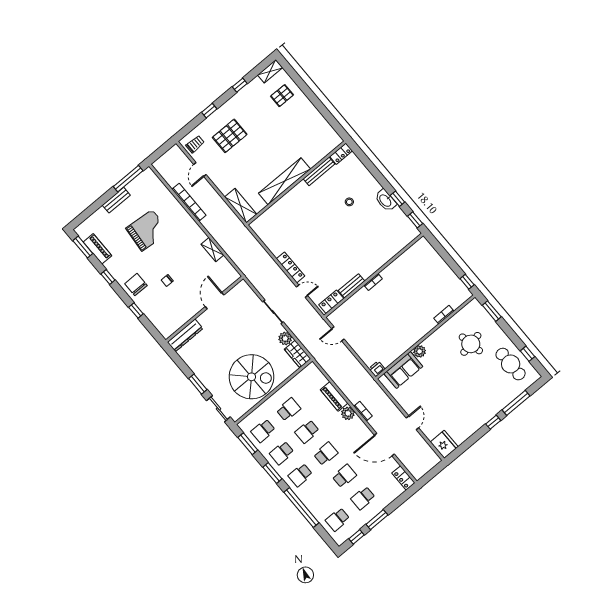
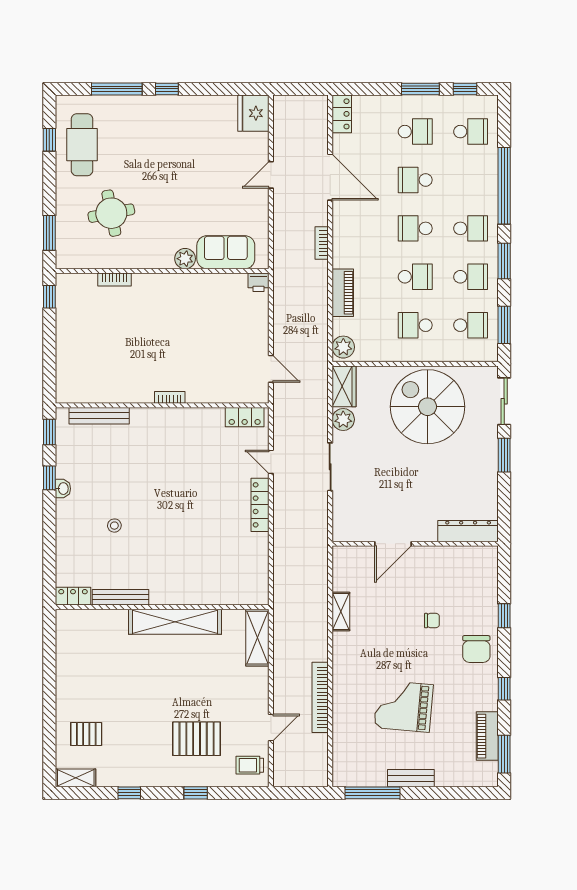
washbasin: (386, 200) -> (63, 489), width x0.52, depth x0.69
bench: (351, 286) -> (99, 416), moved, width x1.36
plant: (348, 413) -> (343, 347), moved

